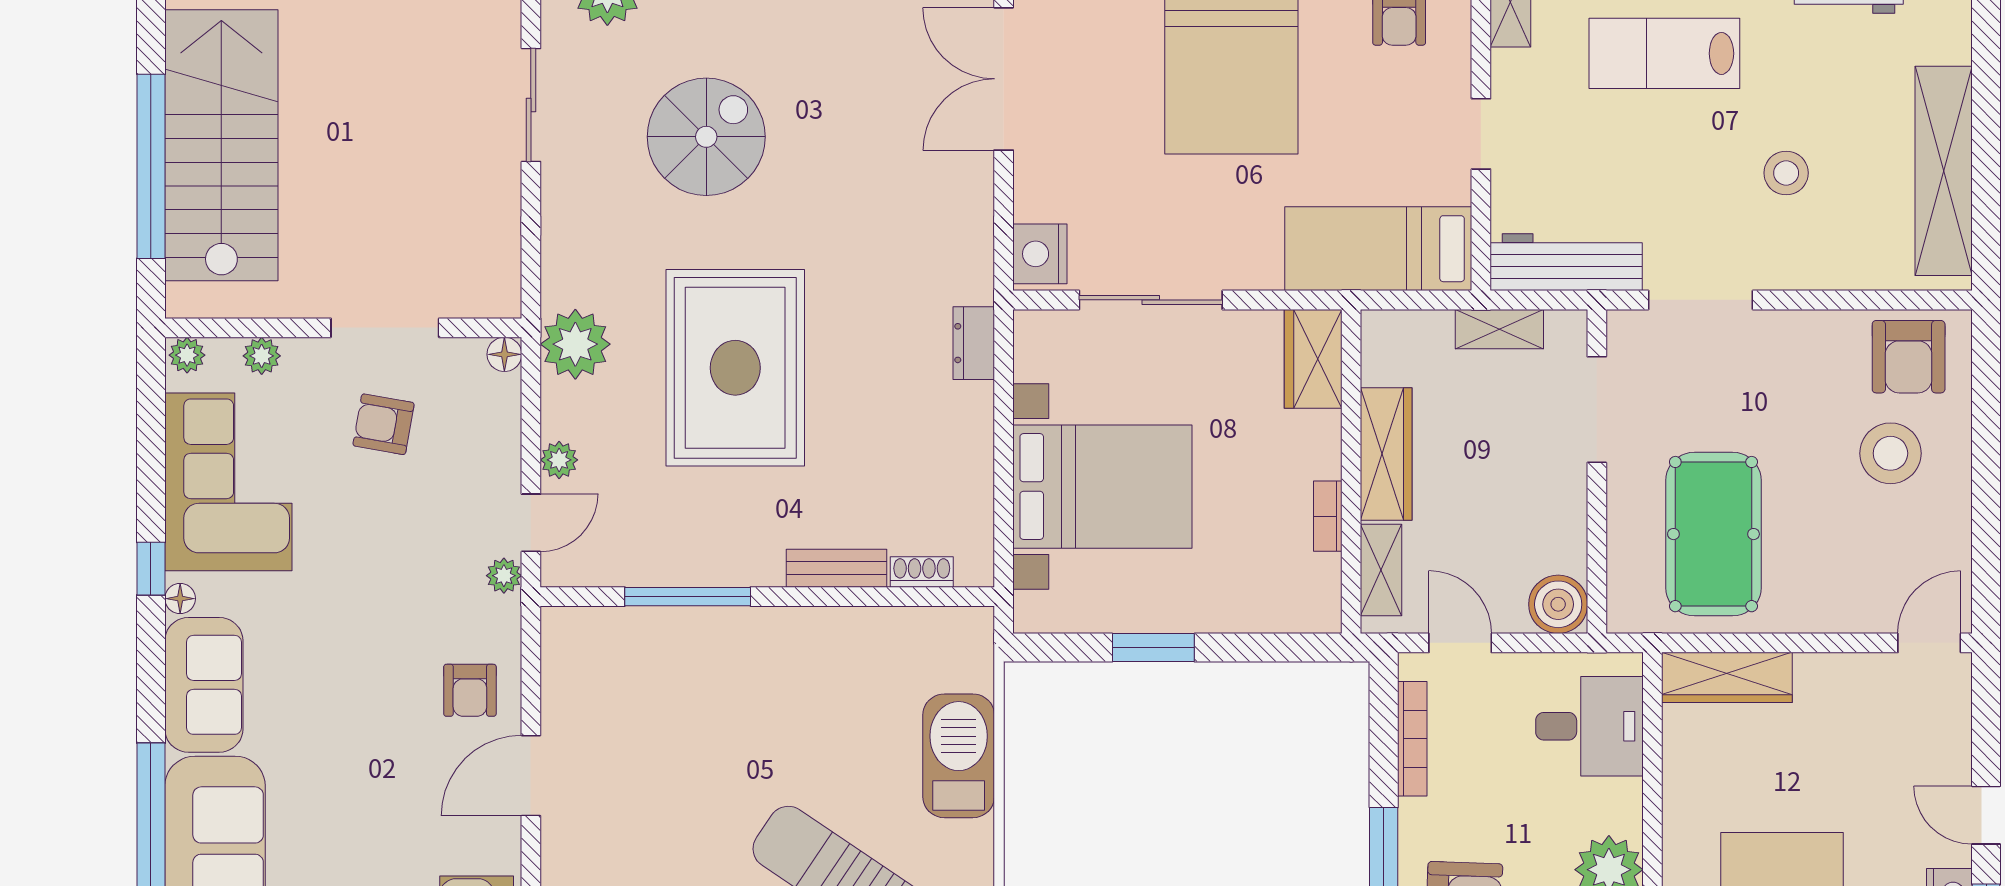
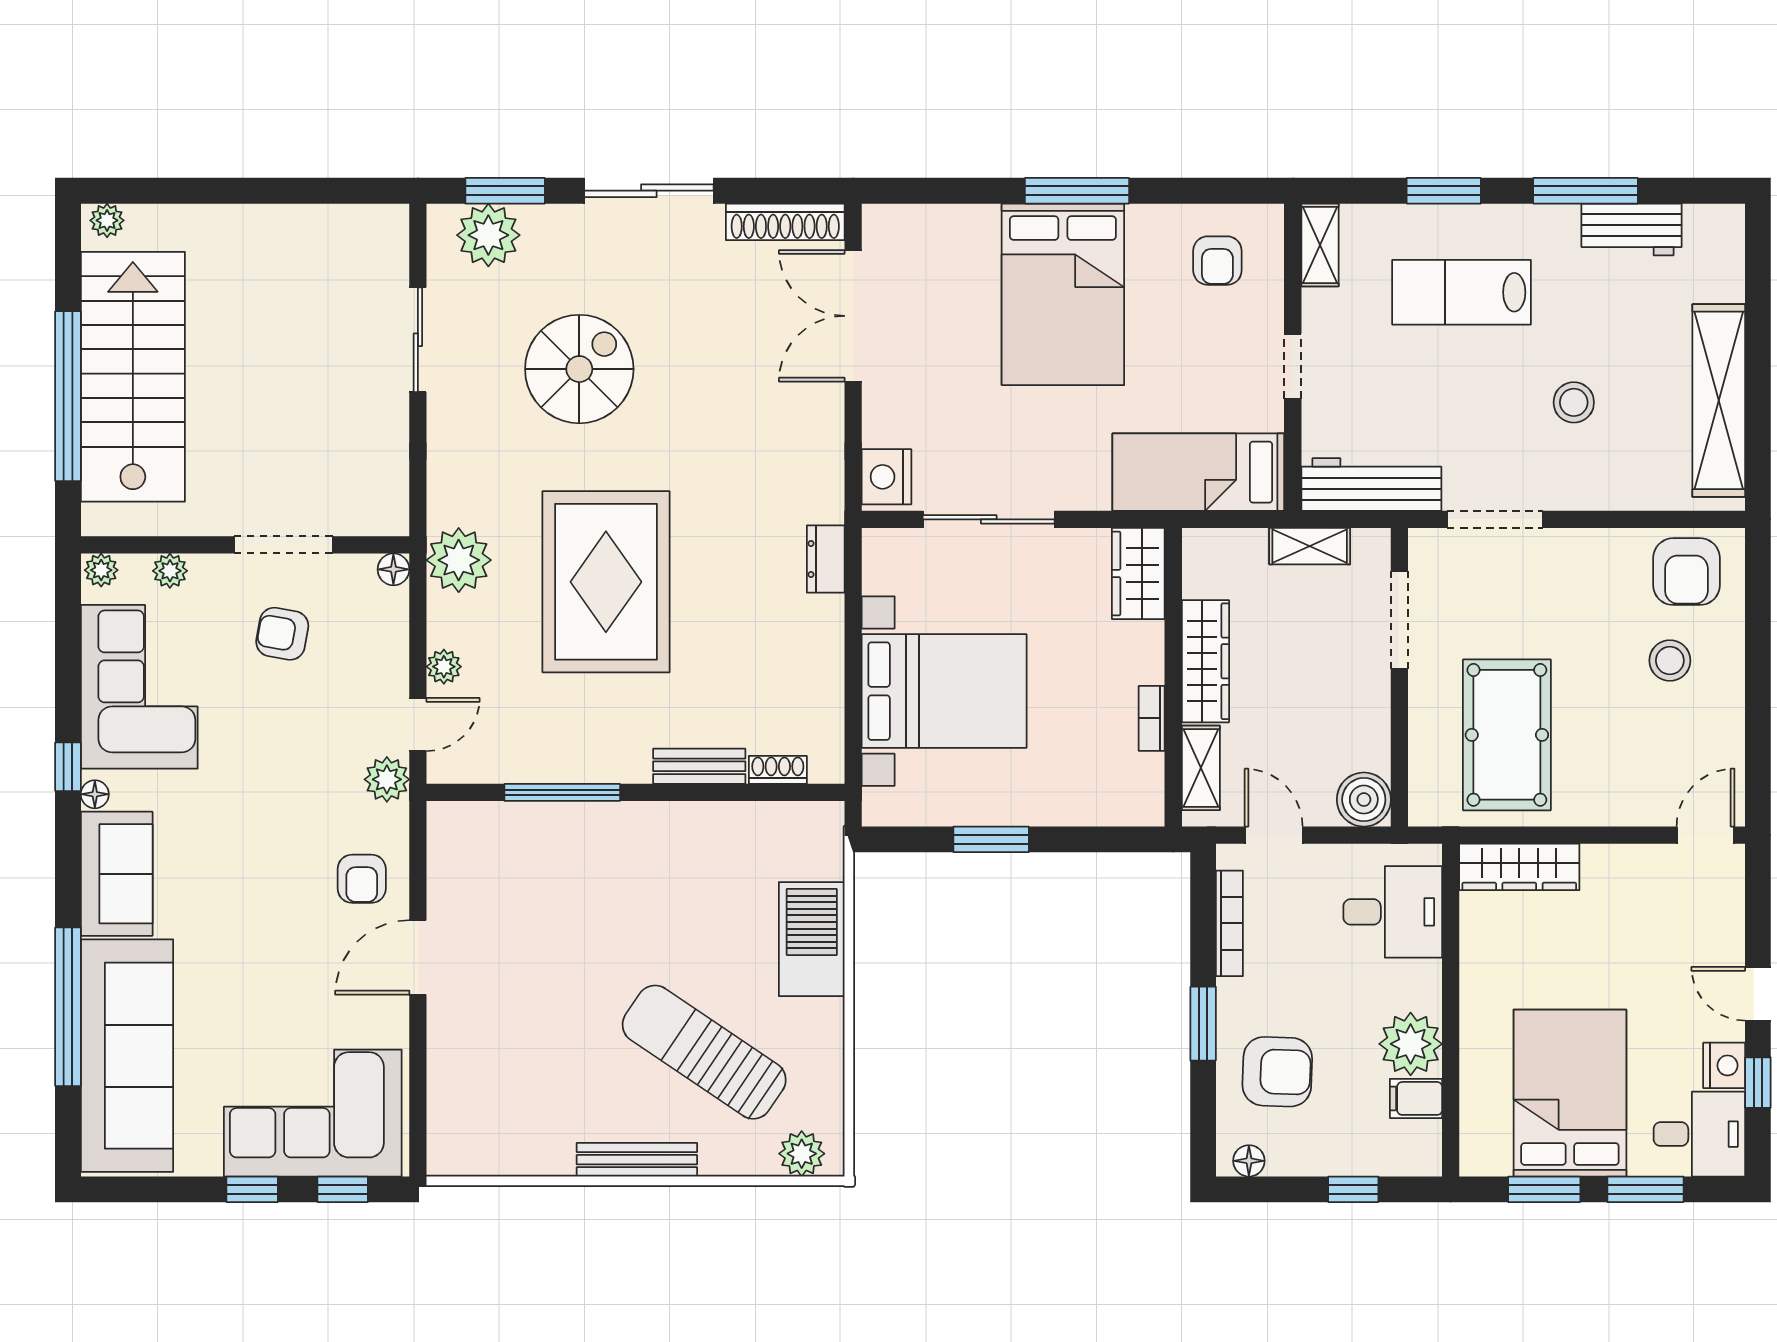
stool: (1890, 453) -> (1670, 661), width x0.73, depth x0.73
plant: (504, 576) -> (387, 779), width x1.38, depth x1.38

